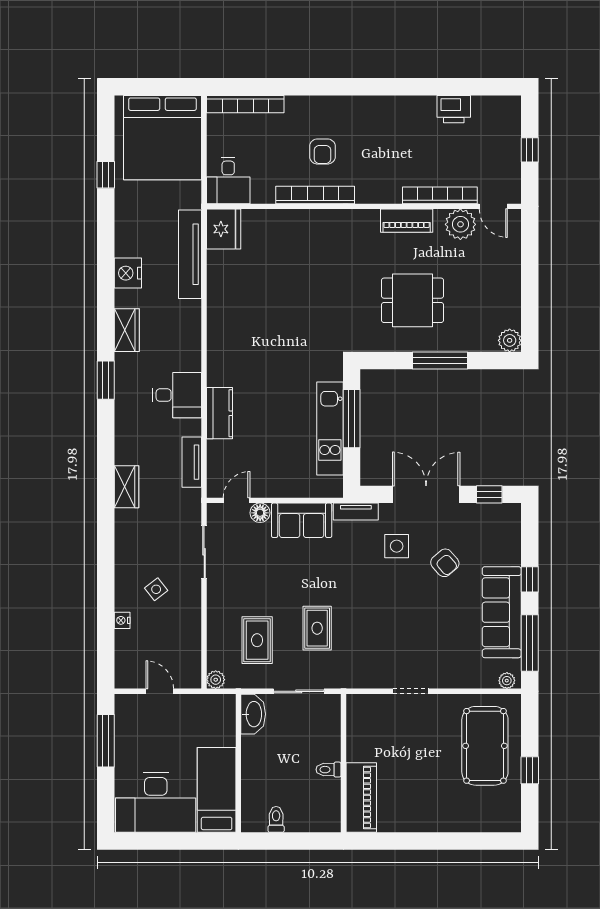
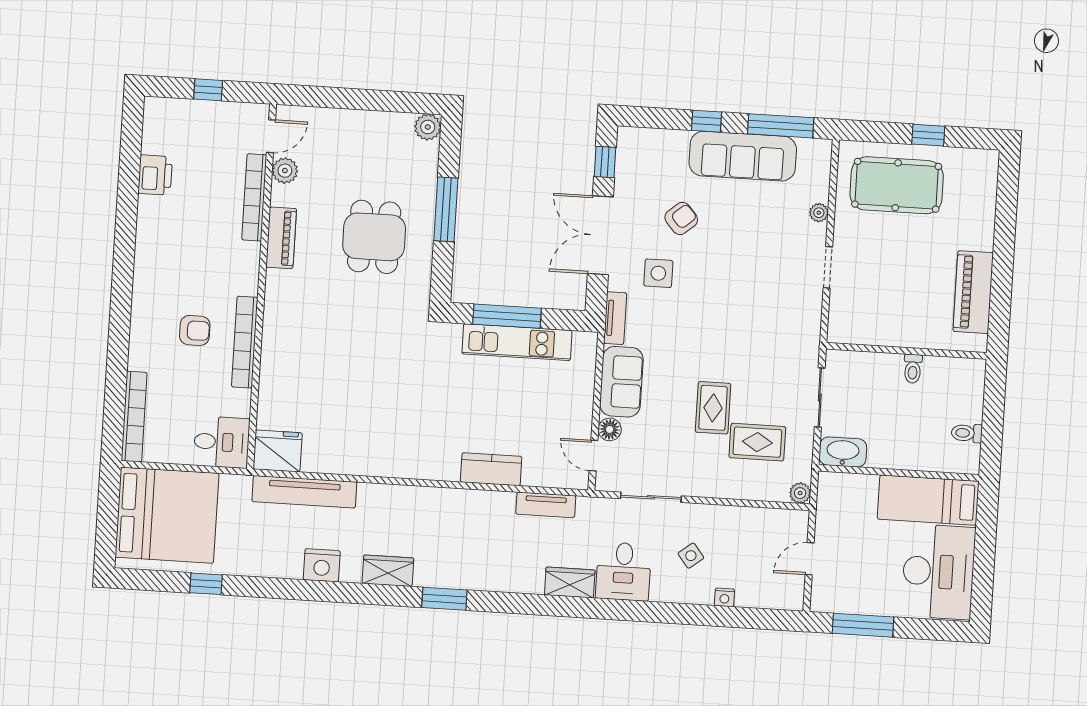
plant: (460, 224) -> (285, 171), width x0.73, depth x0.73
desk: (177, 395) -> (623, 571), moved, turned 180
rug: (317, 628) -> (713, 408), moved, turned 90
plant: (507, 681) -> (819, 213), moved
piano: (361, 798) -> (973, 292), moved, turned -90

